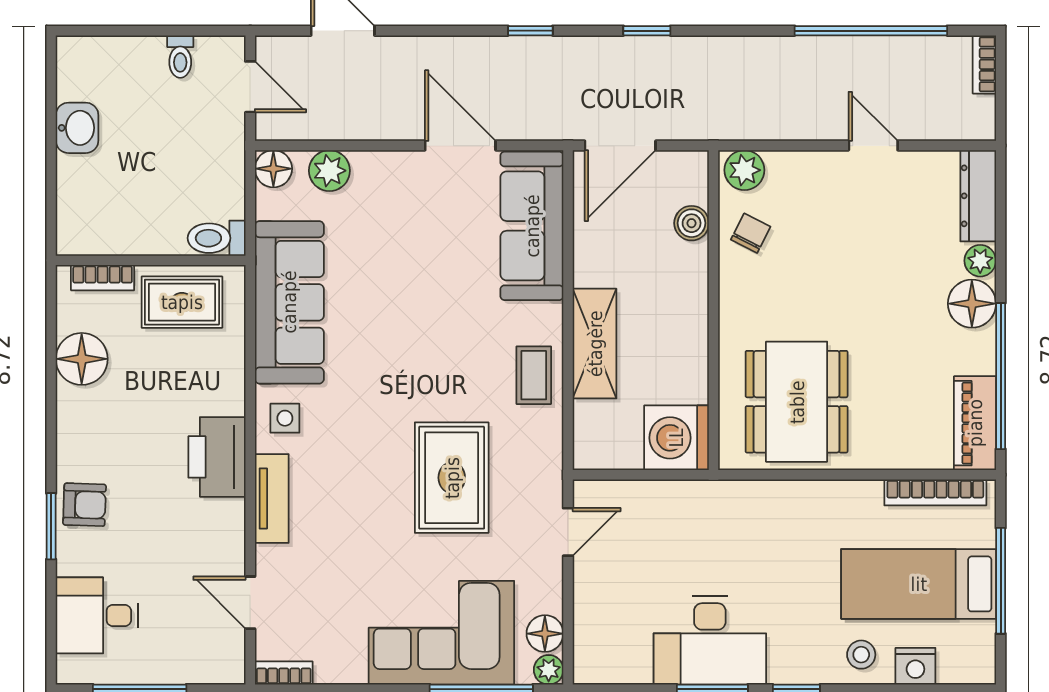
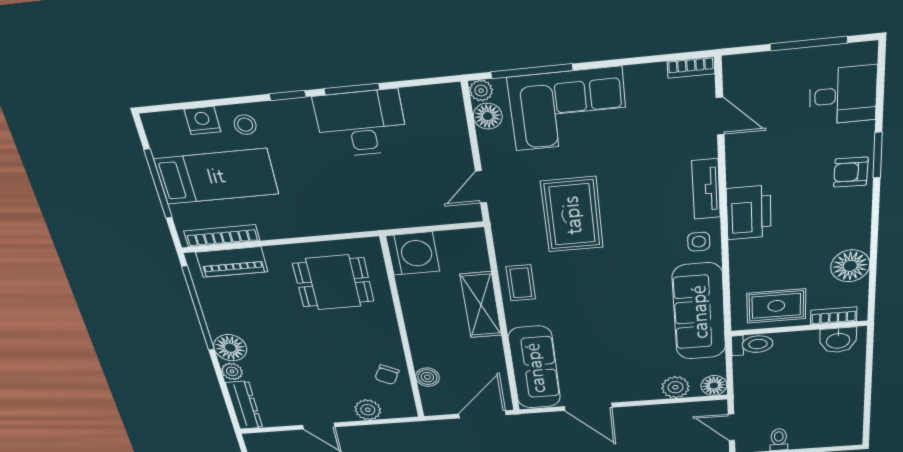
washbasin: (77, 128) -> (838, 340), moved, turned -90
plant: (744, 170) -> (368, 410), moved
dining table: (797, 402) -> (333, 282), width x0.73
piano: (975, 423) -> (232, 262), moved, turned 90

